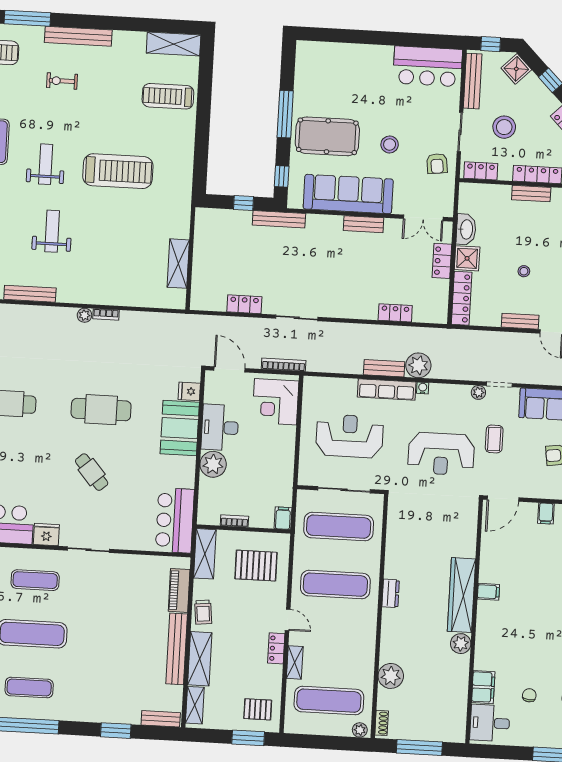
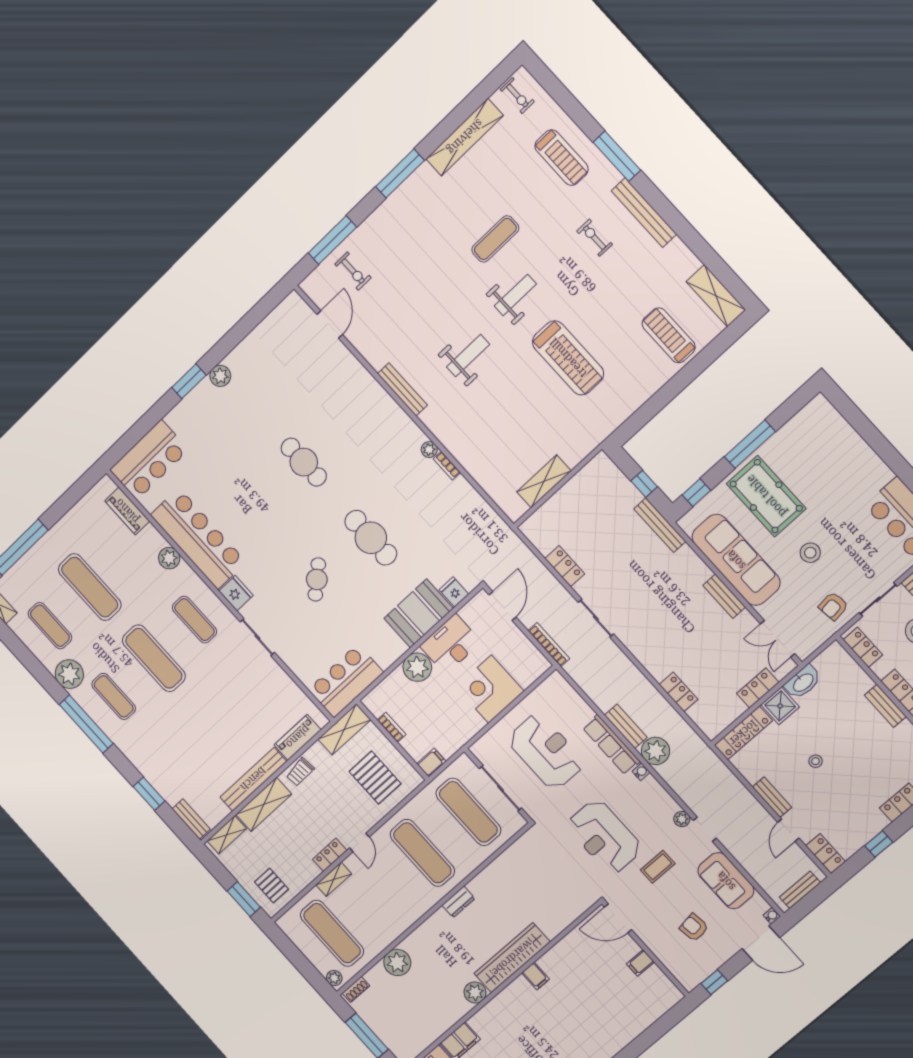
corner desk: (276, 402) -> (490, 689), moved

